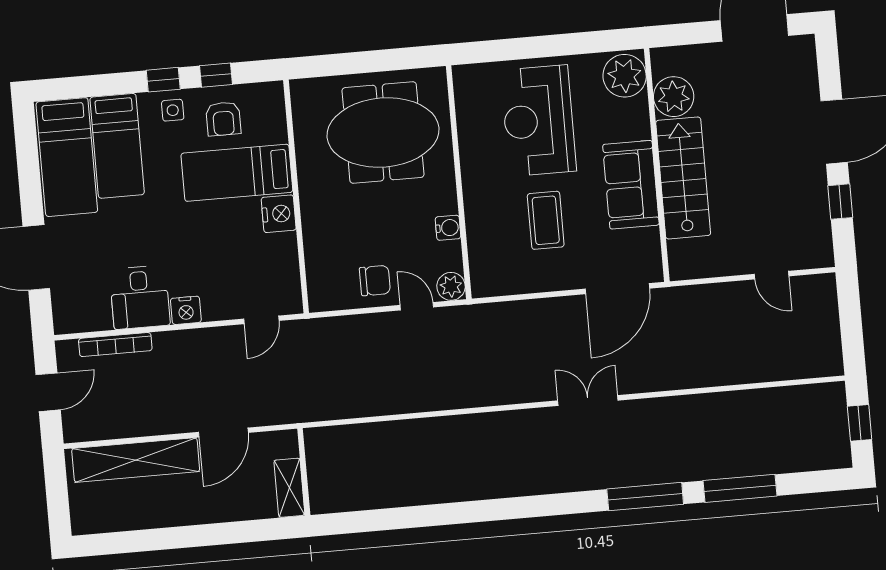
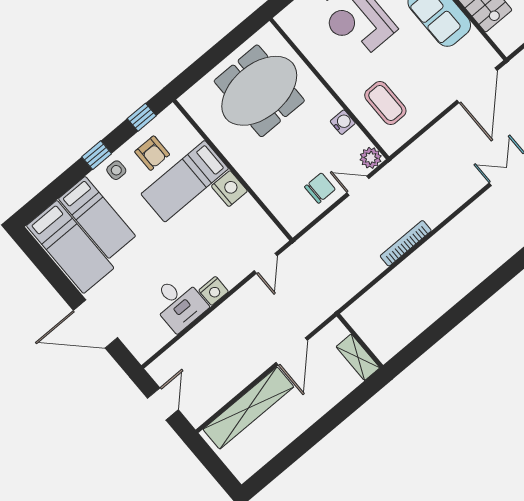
window: (216, 75) -> (142, 117), moved
coffee table: (546, 220) -> (385, 103), moved
bookcase: (115, 345) -> (406, 243), moved, turned 180

